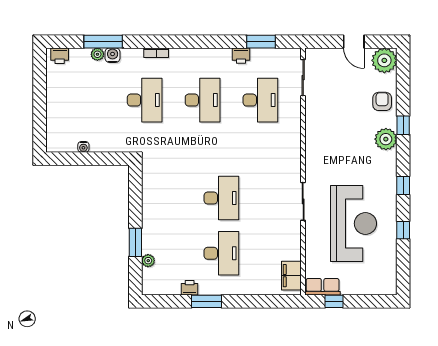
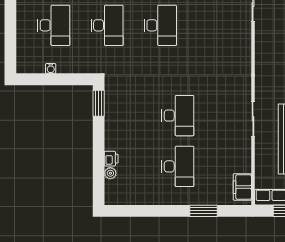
desk: (260, 100) -> (54, 25), moved
window: (135, 242) -> (99, 103), moved
printer: (190, 288) -> (111, 159), moved, turned 90
window: (206, 301) -> (203, 211), moved

